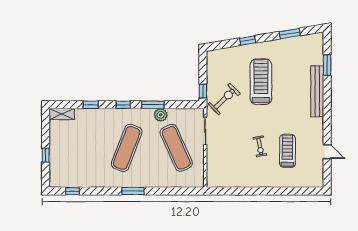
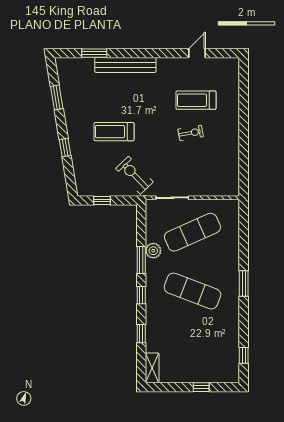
treadmill: (261, 82) -> (114, 132), width x0.73, depth x0.73
window: (203, 91) -> (102, 201), moved

